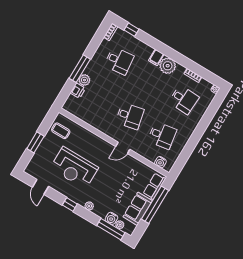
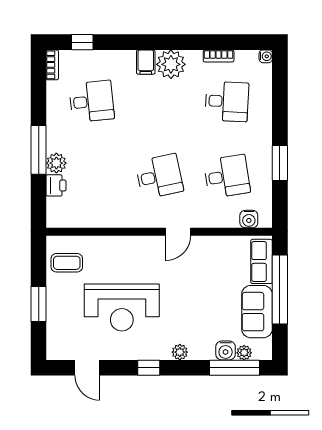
window: (191, 144) -> (280, 163), added

